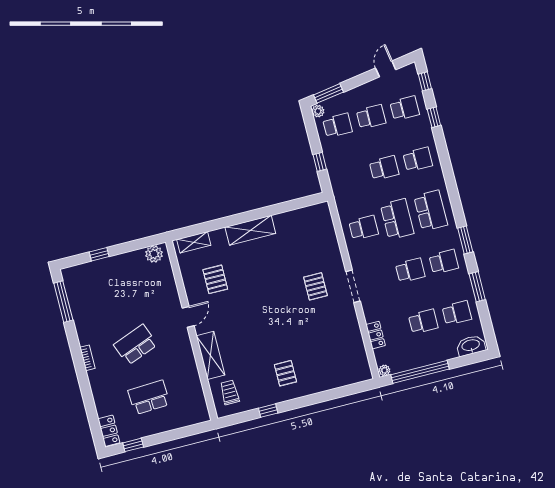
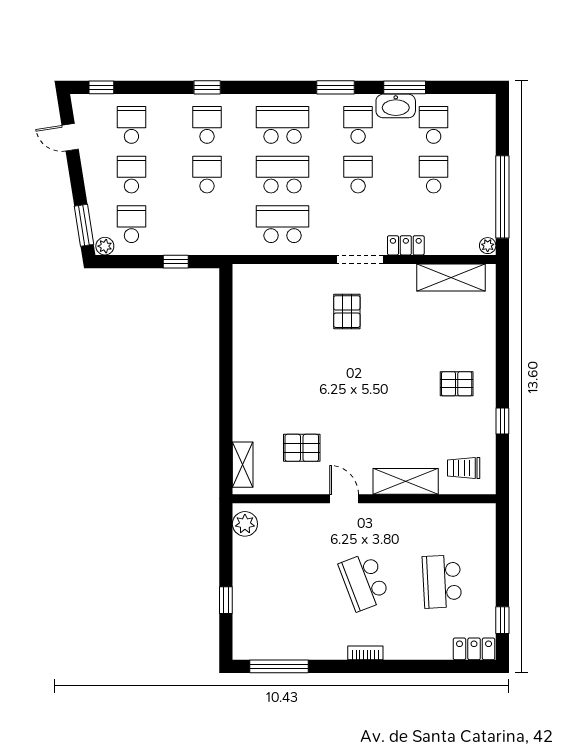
window: (434, 117) -> (207, 87), moved
school desk: (364, 228) -> (283, 224), width x1.85
shelving: (250, 230) -> (451, 277), moved, turned 90
pallet: (315, 286) -> (347, 312), turned 90
locker: (376, 335) -> (406, 245), moved
washbasin: (471, 346) -> (396, 106), moved, turned -90

